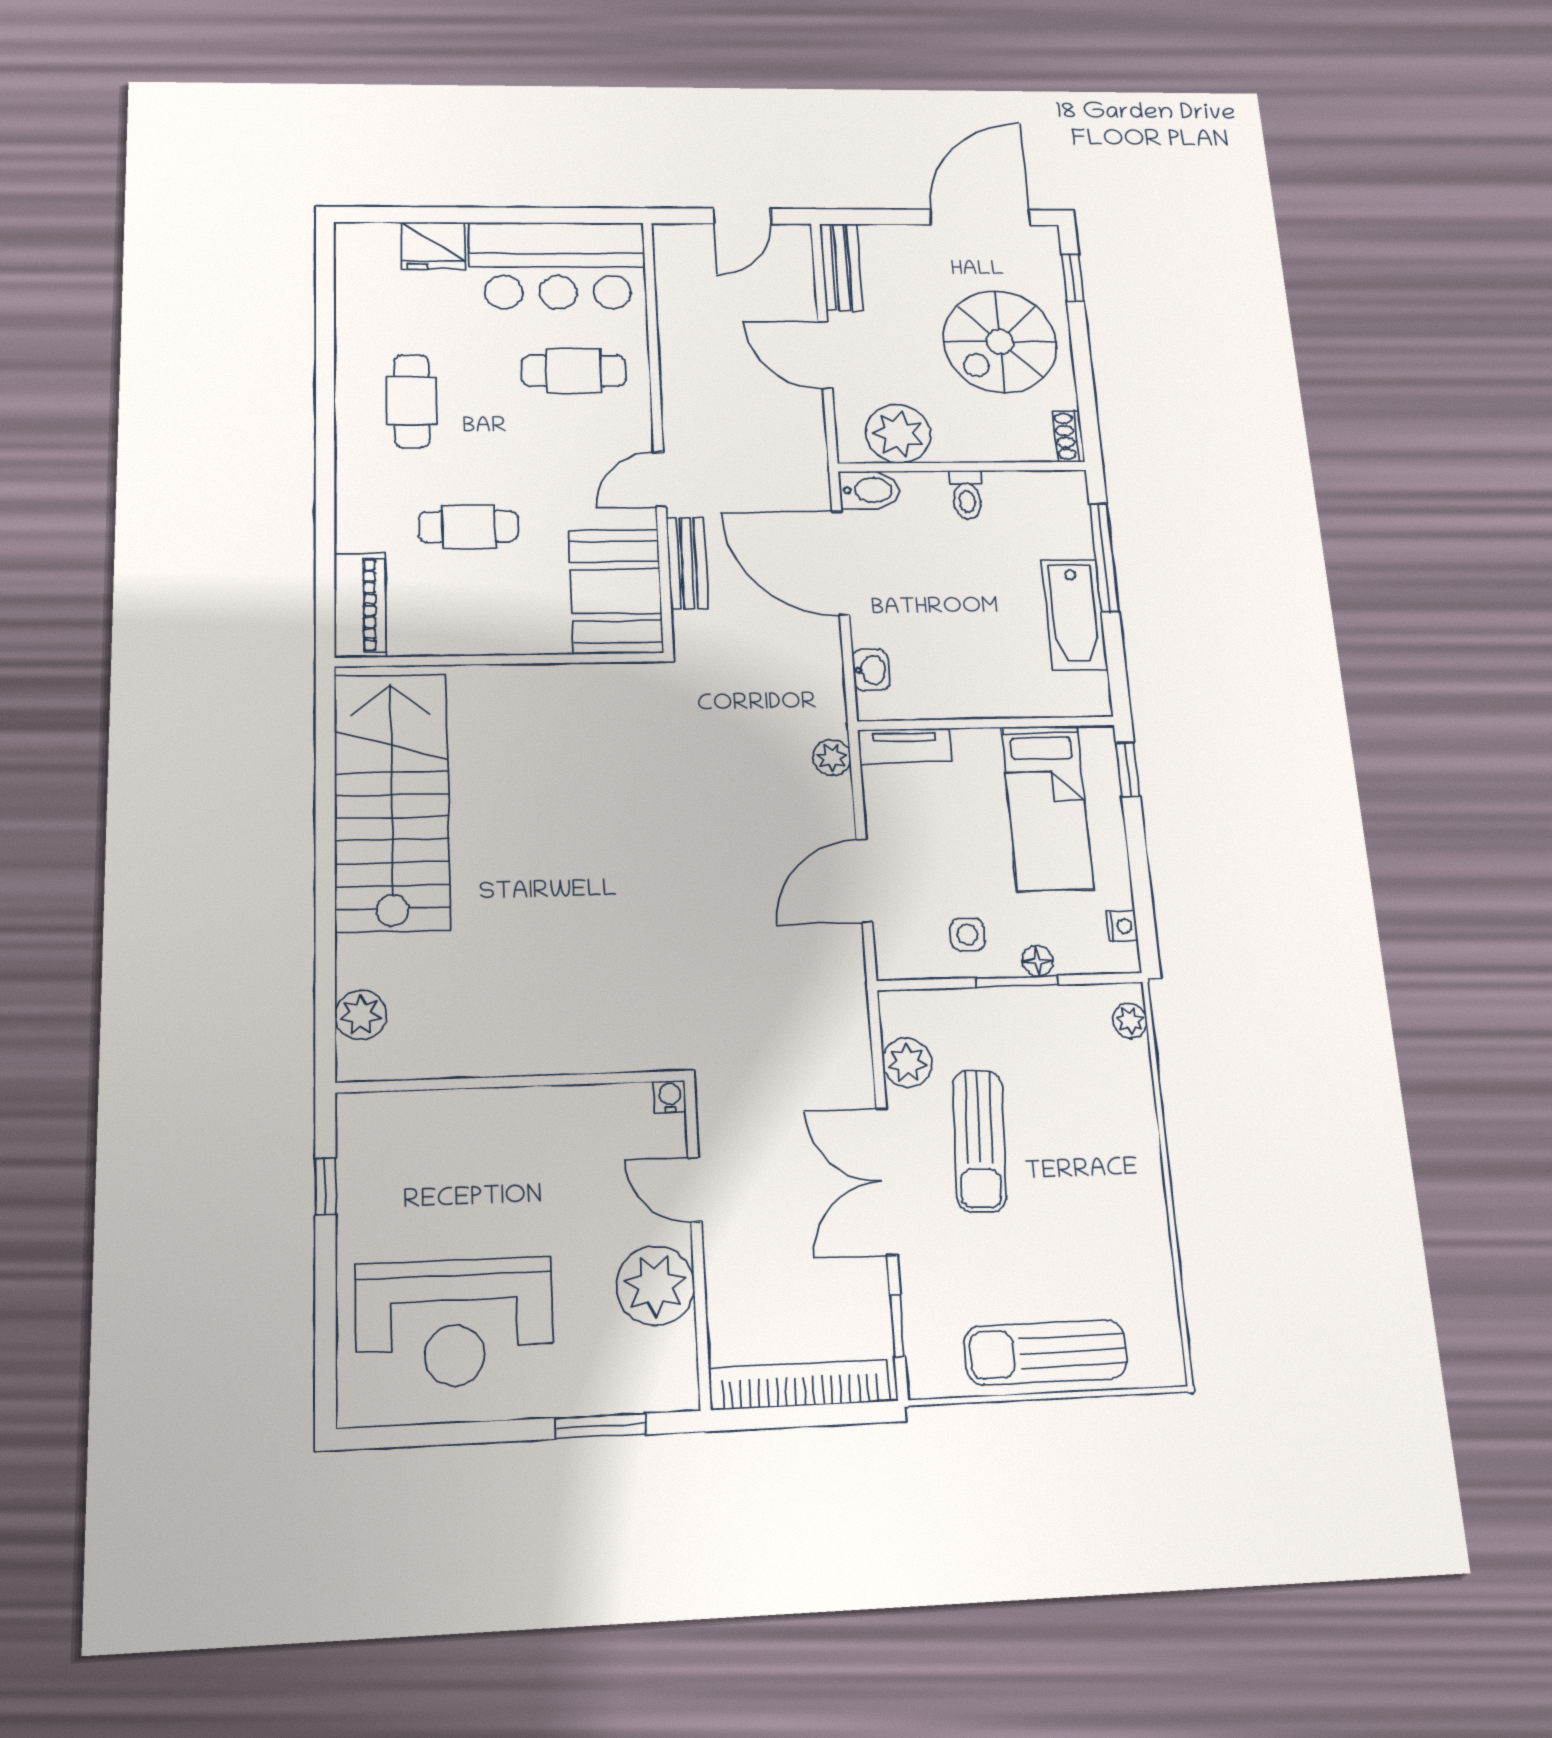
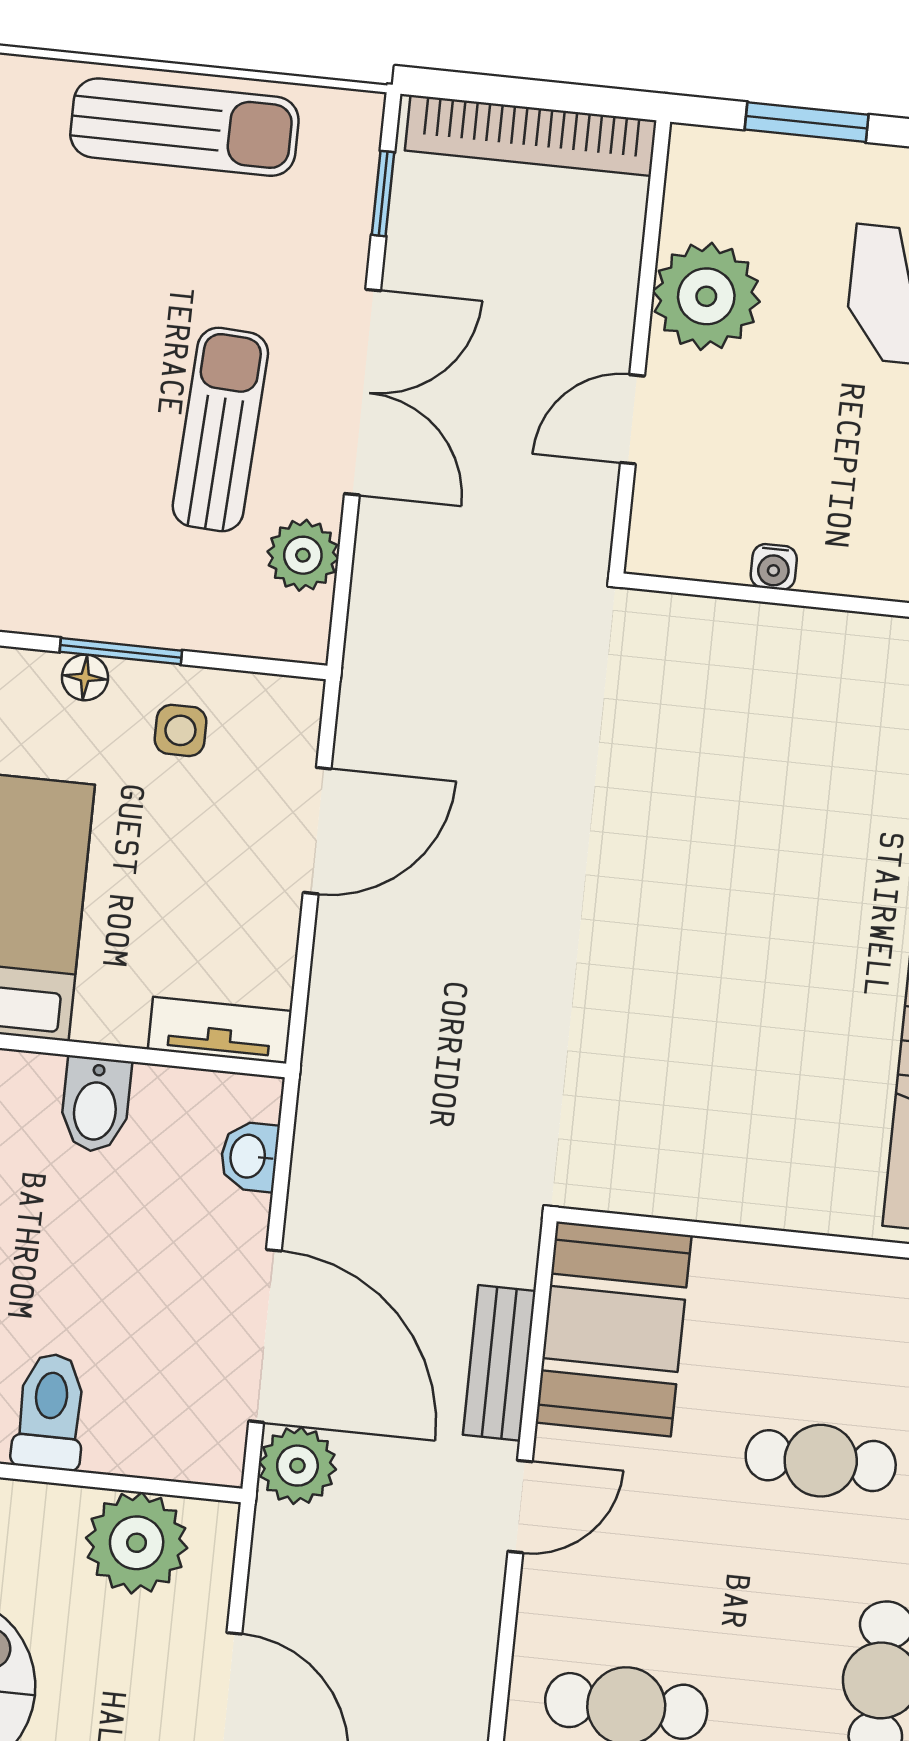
bidet: (869, 490) -> (96, 1104), moved, turned -90
toilet: (967, 495) -> (50, 1411), width x1.37, depth x1.39
plant: (832, 757) -> (297, 1466), moved, width x1.38, depth x1.38
water cooler: (670, 1096) -> (774, 567), moved
door: (695, 1189) -> (632, 419), swing flipped

